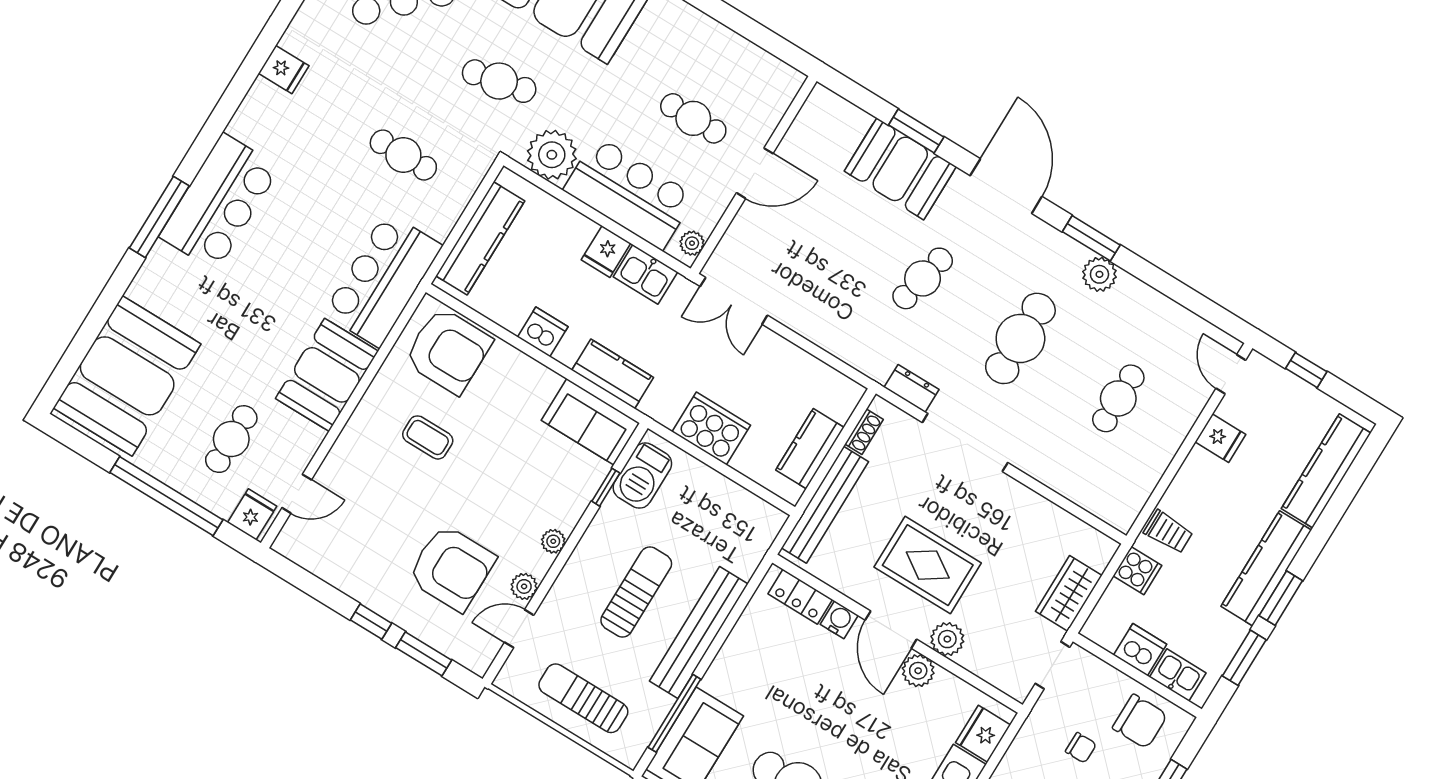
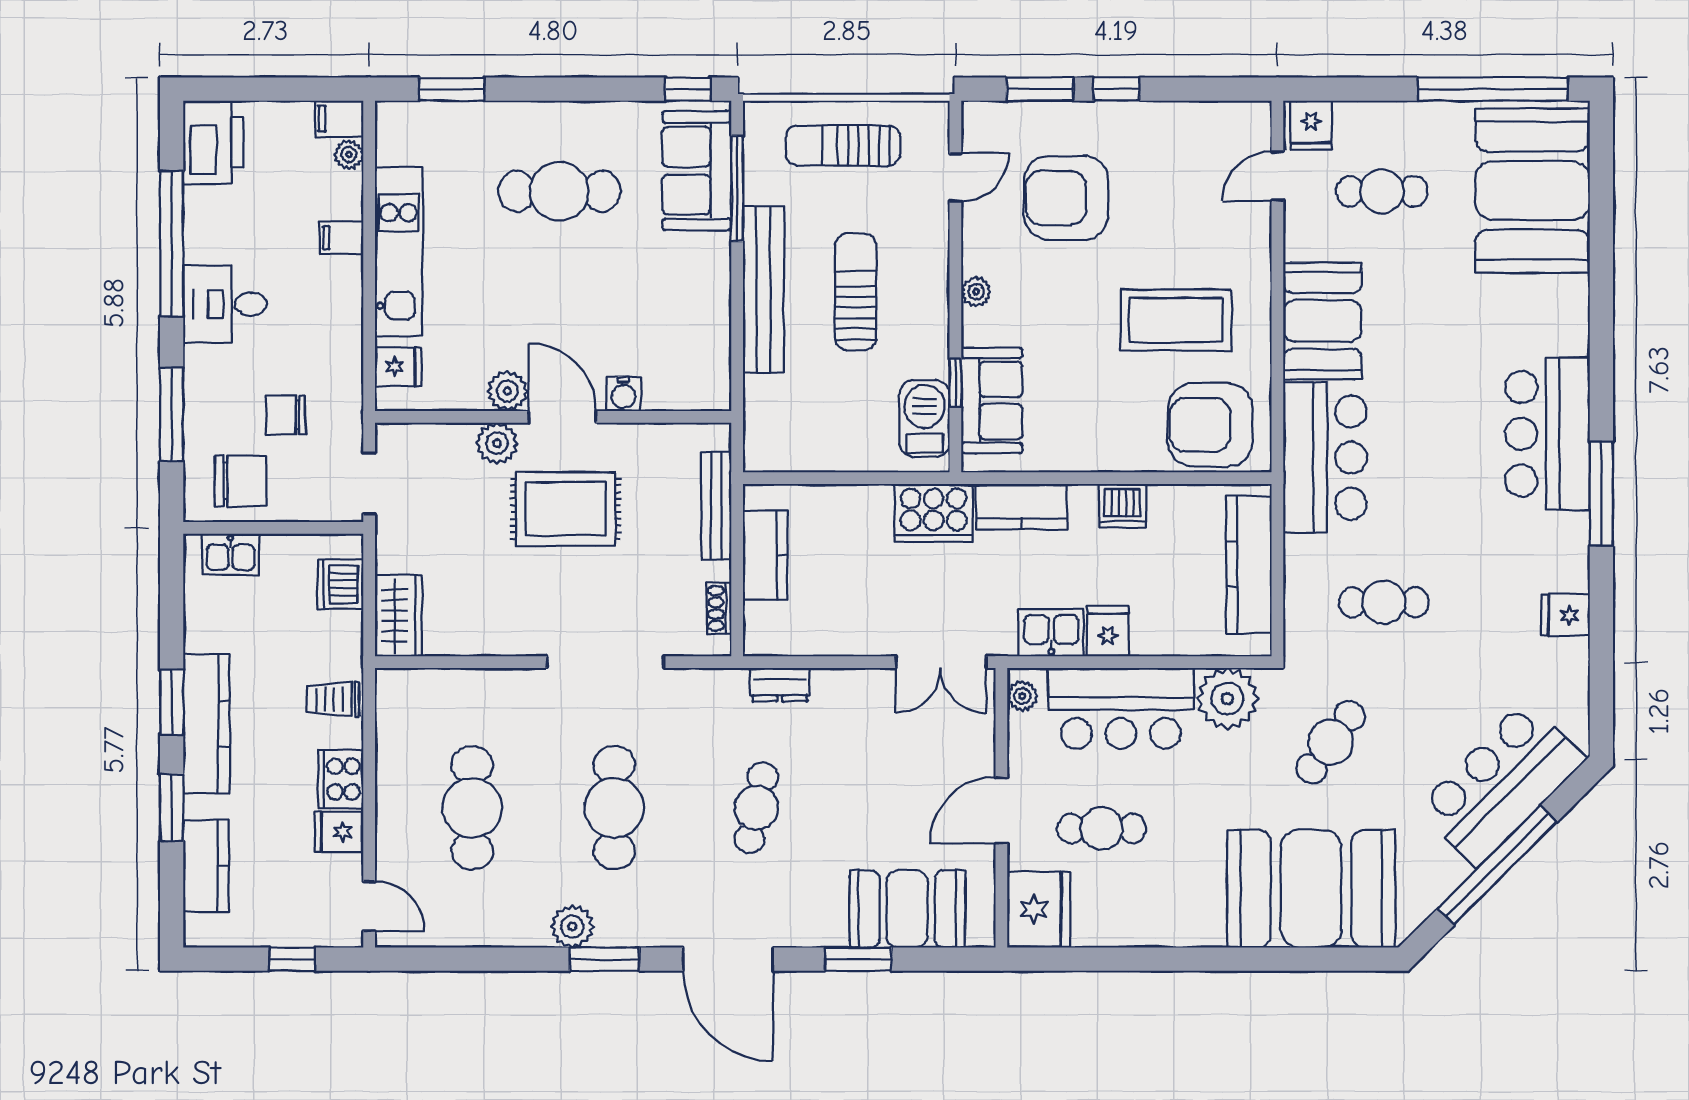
cafe table: (499, 81) -> (1331, 742), turned -42
fridge: (771, 89) -> (1039, 909), added
booth: (900, 169) -> (907, 909), moved
window: (159, 217) -> (1601, 494), moved
double door: (734, 301) -> (941, 662), swing flipped
dresser: (912, 388) -> (780, 685), moved
cafe table: (1118, 398) -> (472, 808), width x1.37, depth x1.35
sofa: (590, 422) -> (992, 401), moved, turned 90
cooker: (711, 428) -> (934, 513), moved
coffee table: (428, 437) -> (1176, 320), width x1.86, depth x1.72
cafe table: (231, 439) -> (1382, 191), turned 90
kitchen counter: (1326, 471) -> (206, 866), width x0.67
window: (166, 496) -> (1493, 89), moved
bench: (825, 505) -> (716, 506), width x0.73, depth x0.82
cooker: (1137, 571) -> (341, 779), moved, width x1.36
plant: (524, 586) -> (978, 225), removed
sun lounger: (636, 592) -> (856, 292), turned 180
wardrobe: (1069, 593) -> (398, 616), moved
locker: (800, 597) -> (680, 393), removed
dishwasher: (1140, 650) -> (340, 584), moved, turned 90
window: (1244, 658) -> (172, 808), moved
sun lounger: (583, 698) -> (843, 145), turned 180
chair: (1140, 721) -> (241, 481), turned 180
fridge: (983, 734) -> (398, 367), width x0.72
chair: (1081, 748) -> (286, 415), width x1.37, depth x1.37

